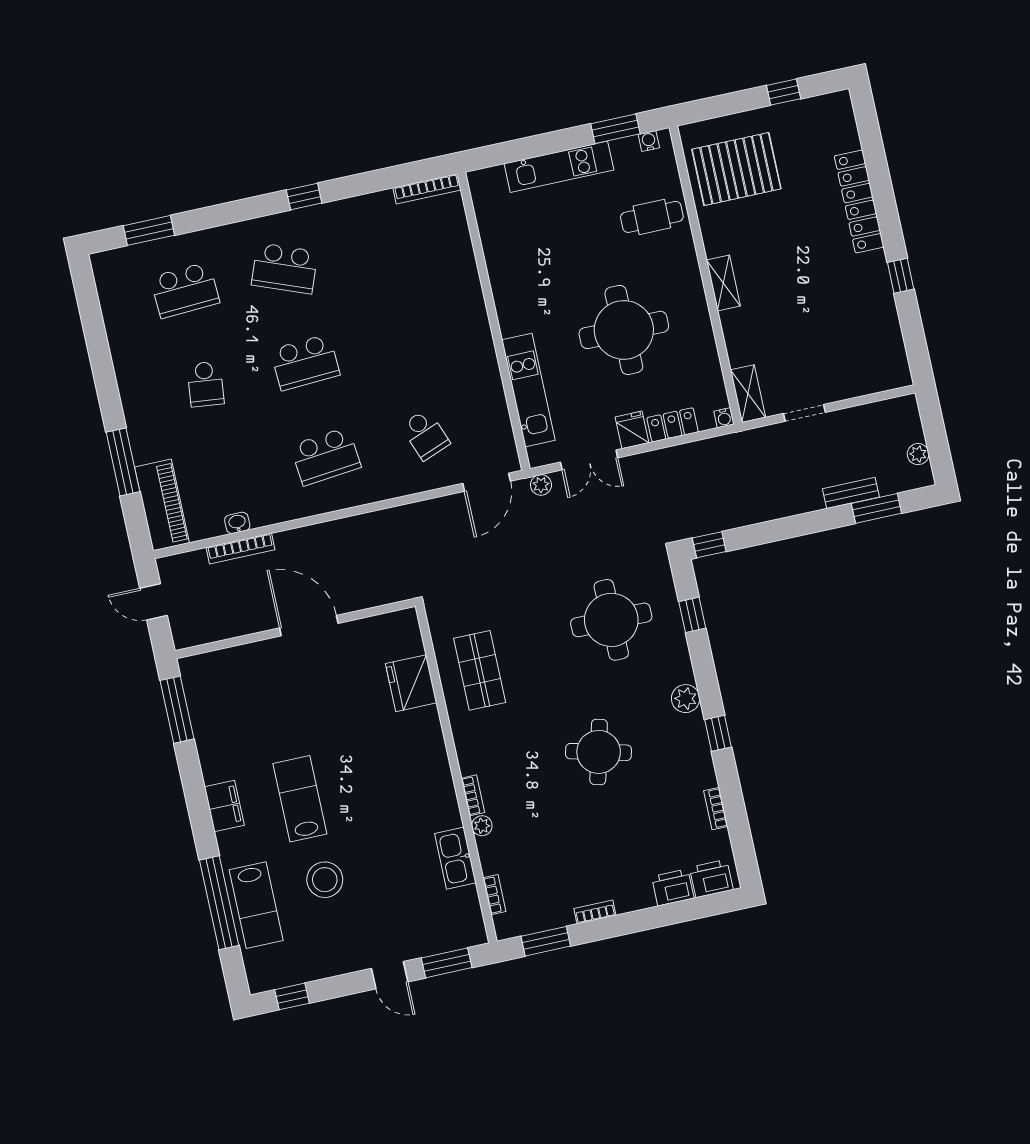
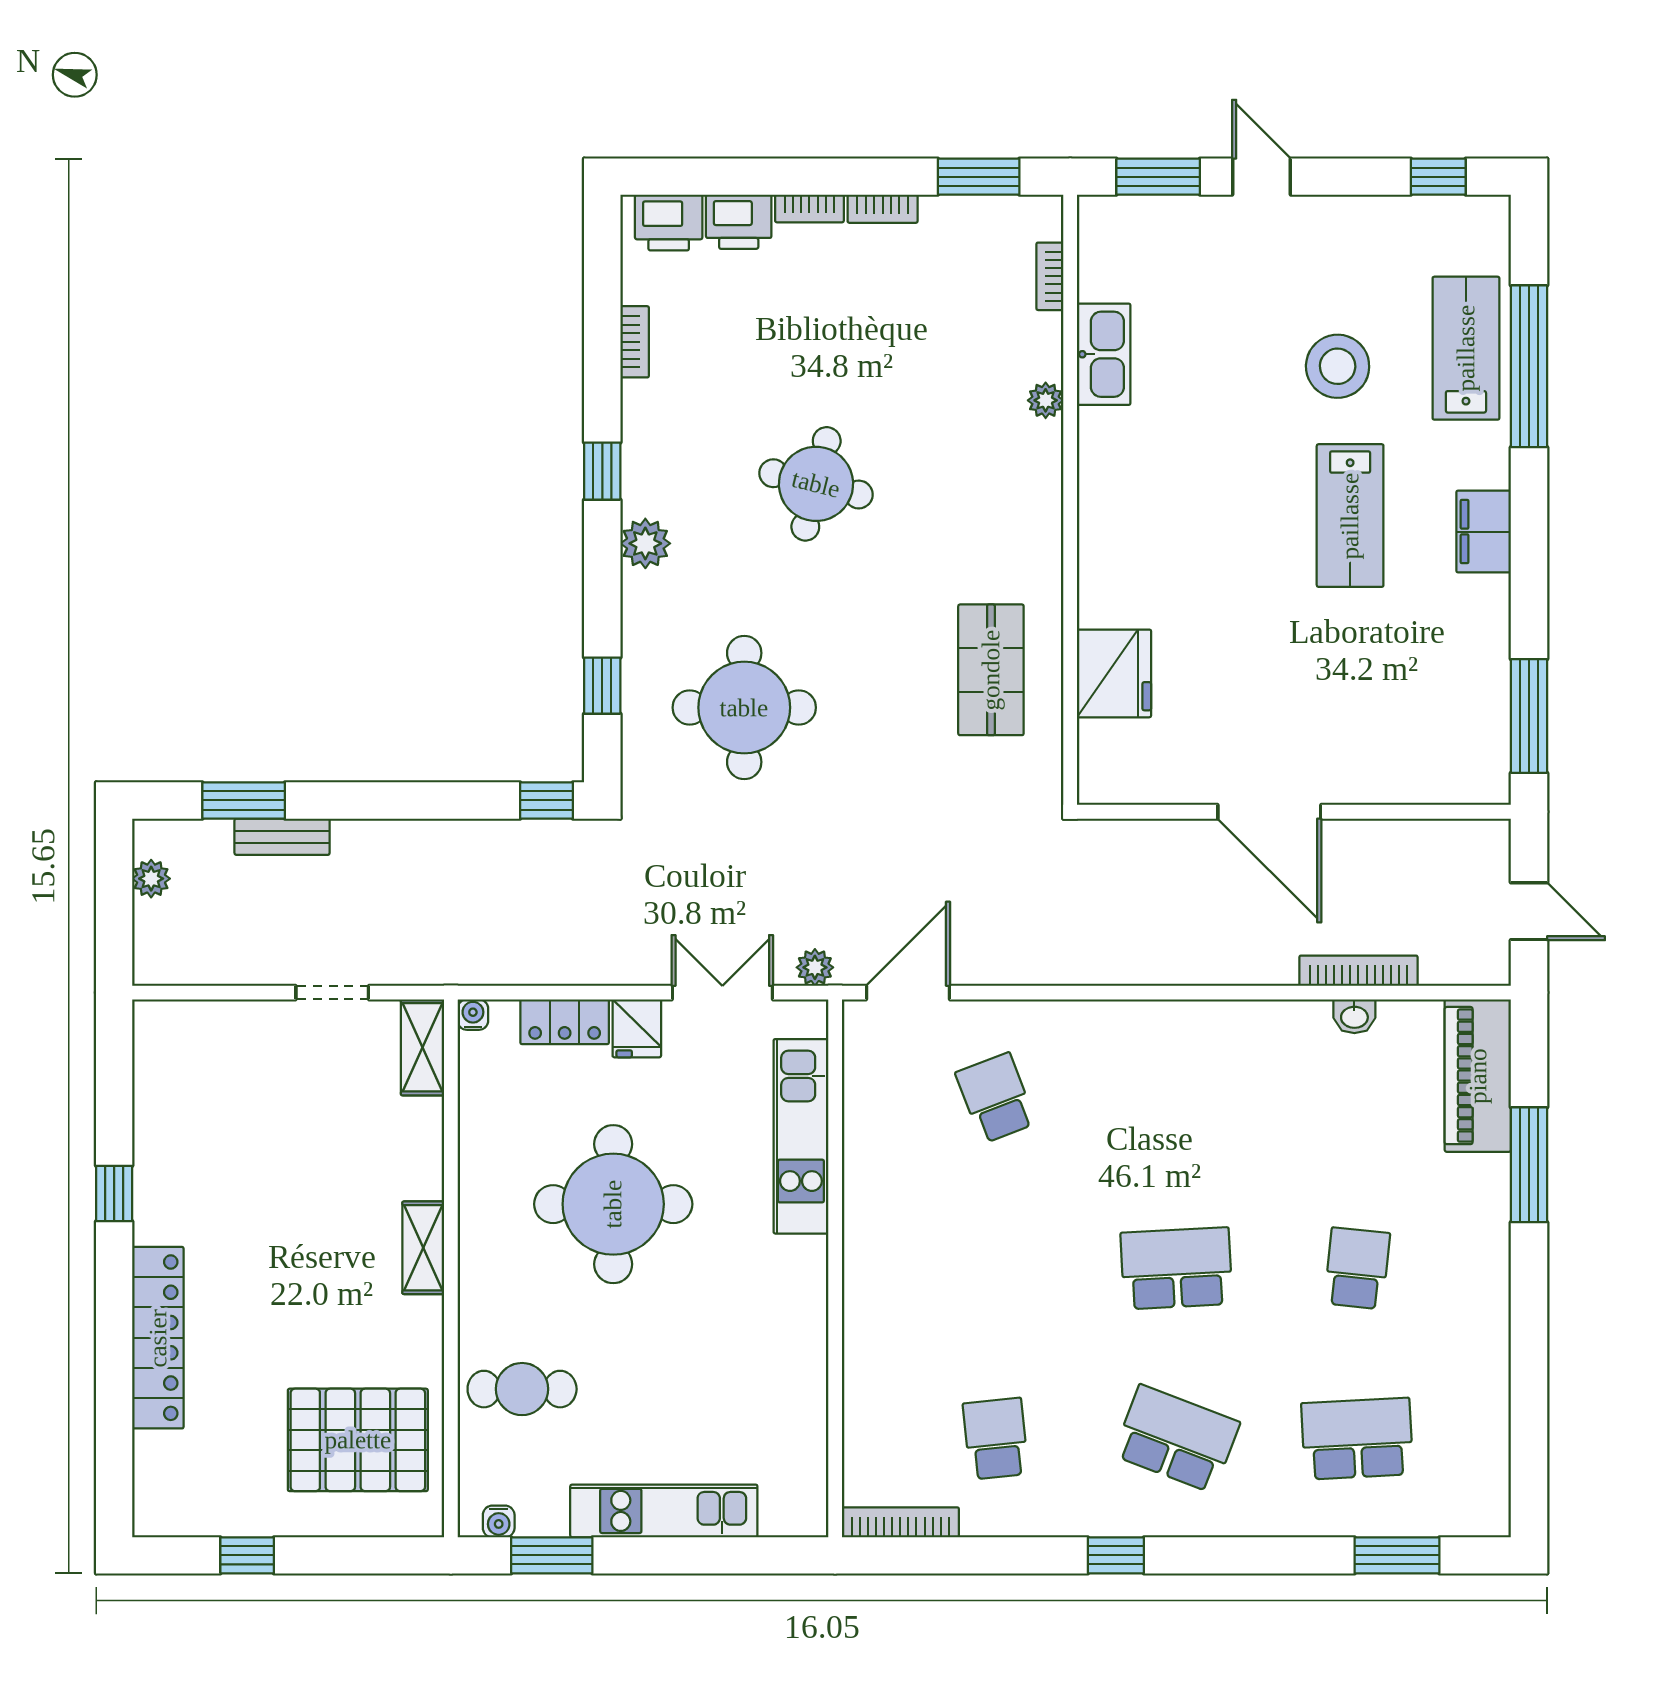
school desk: (326, 456) -> (996, 1439), moved, width x0.54
bookcase: (473, 795) -> (809, 209), moved, turned -90

